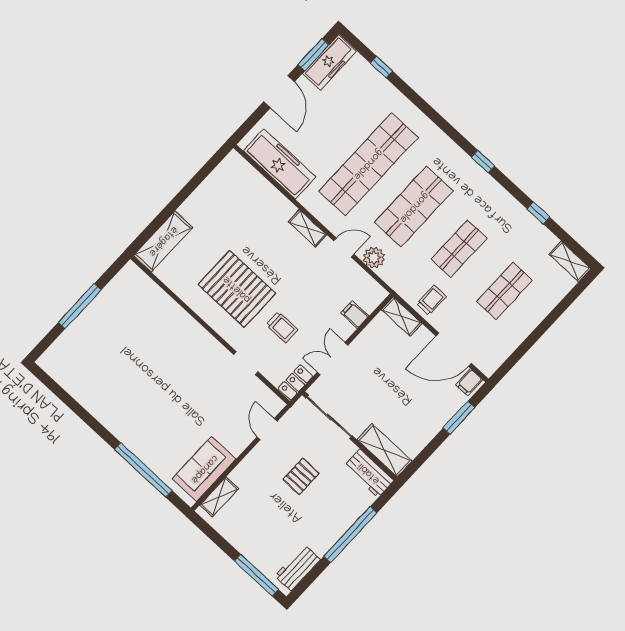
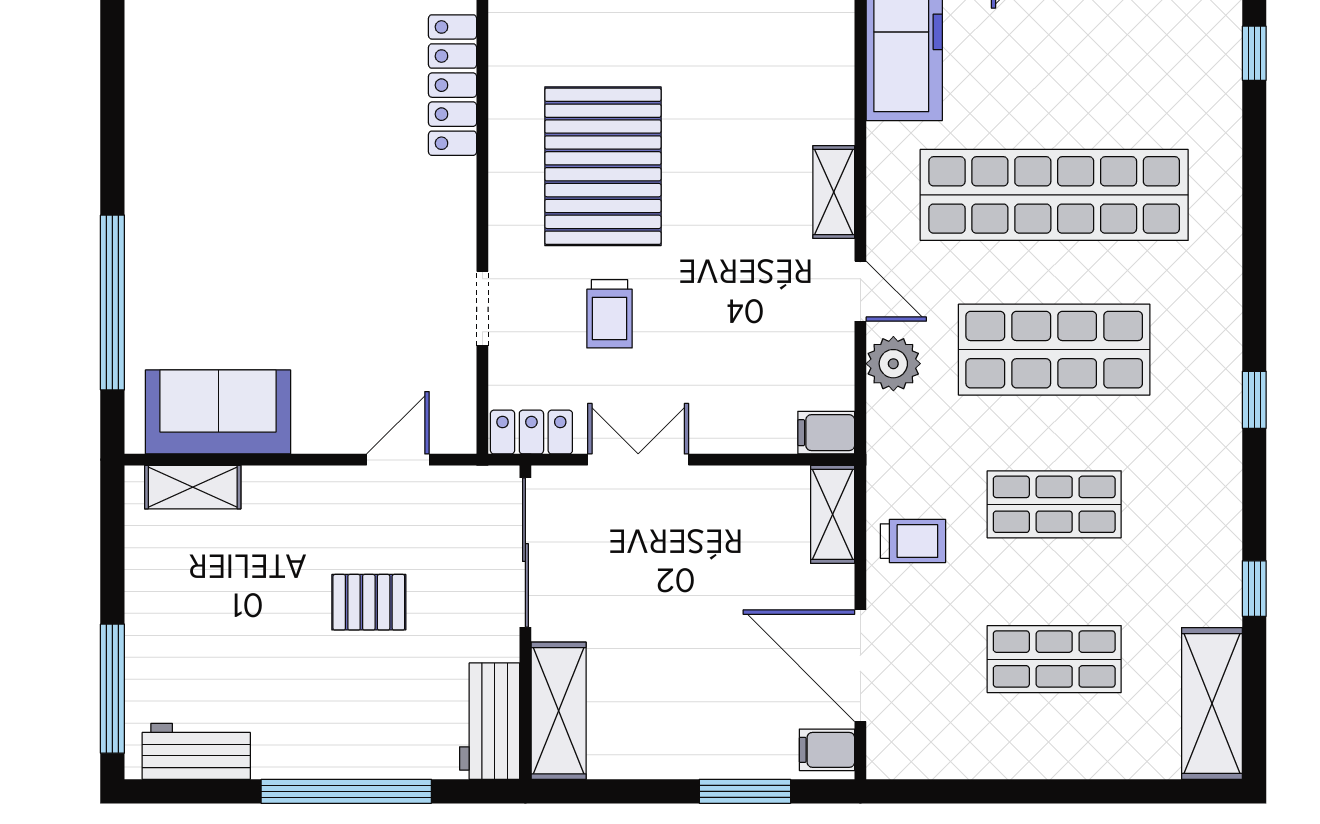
shelving: (570, 261) -> (1212, 703), width x1.50, depth x1.33
locker: (172, 311) -> (453, 85), added
filing cabinet: (355, 315) -> (826, 433), moved, turned -90

